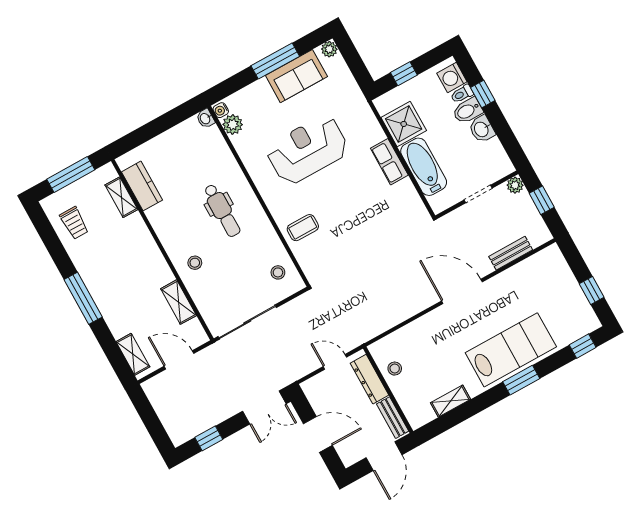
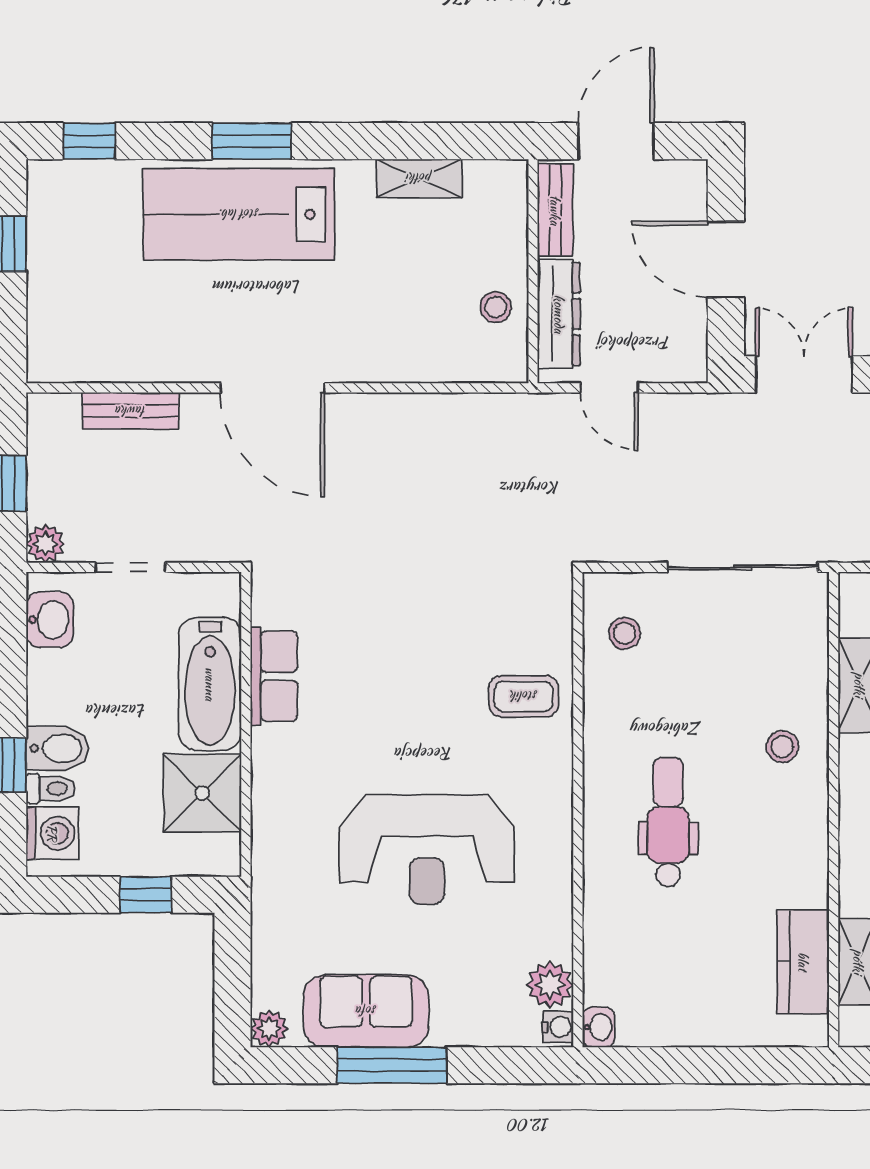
washbasin: (482, 129) -> (50, 620), moved
row of seats: (389, 162) -> (274, 676), moved

